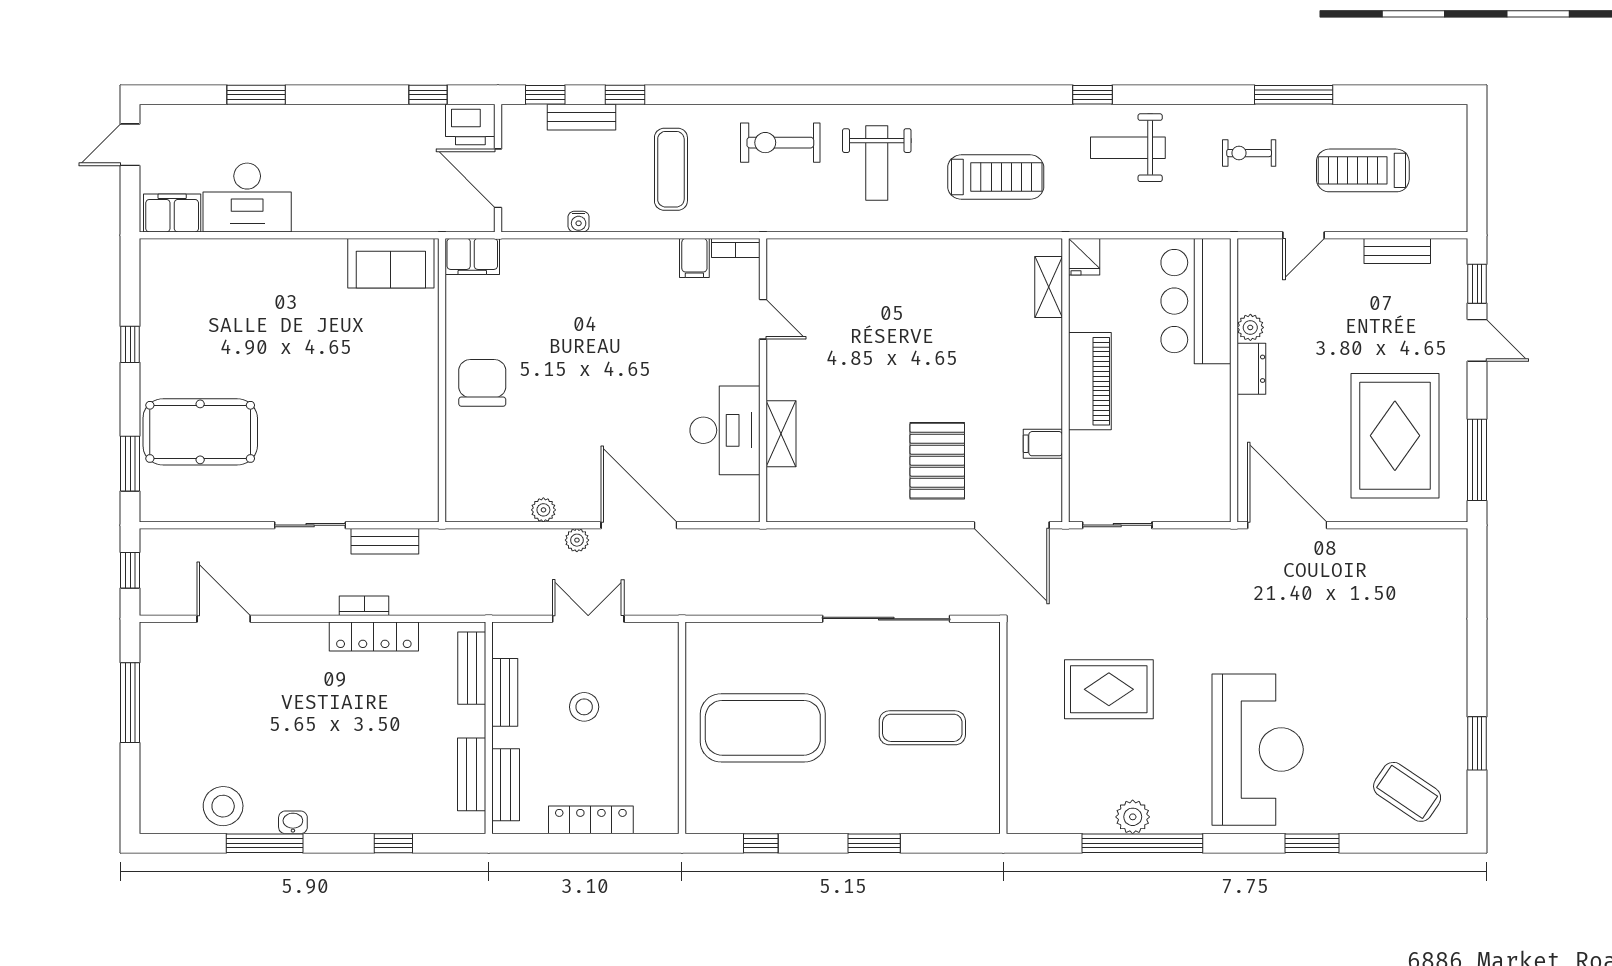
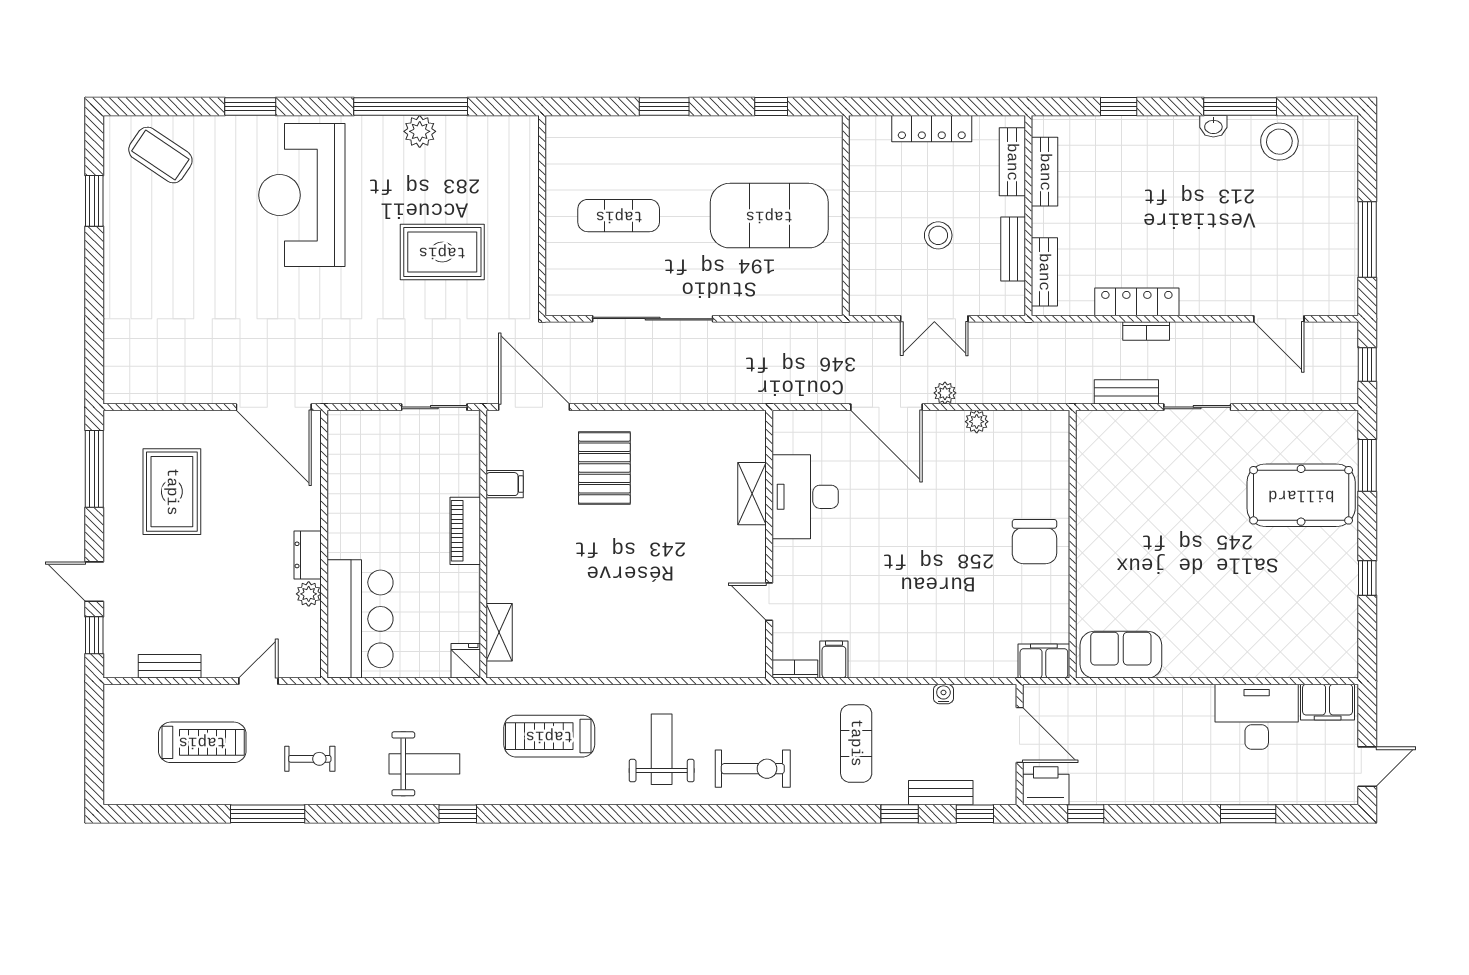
piano: (1090, 381) -> (465, 531), width x0.73, depth x0.75
rug: (1395, 436) -> (172, 492), width x0.73, depth x0.69

